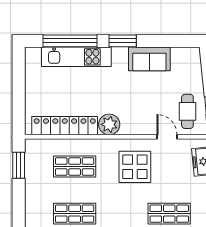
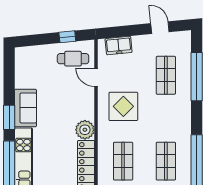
sofa: (149, 59) -> (25, 108), moved
door: (167, 137) -> (96, 77), hinge flipped

